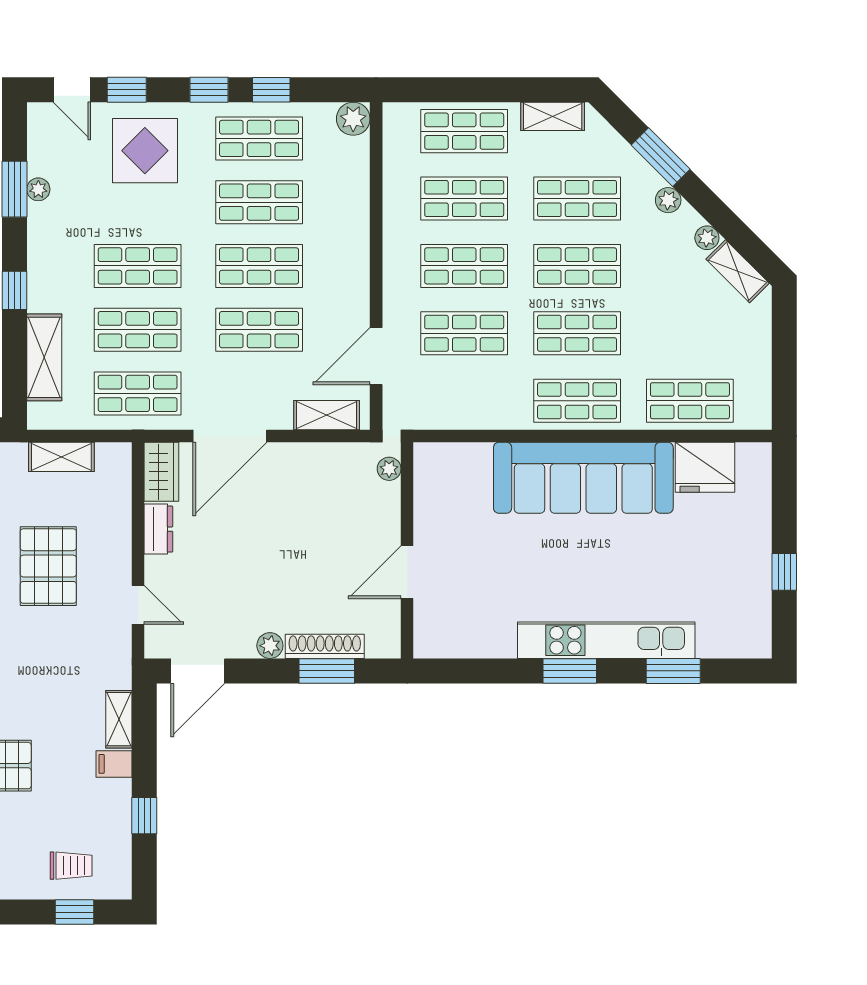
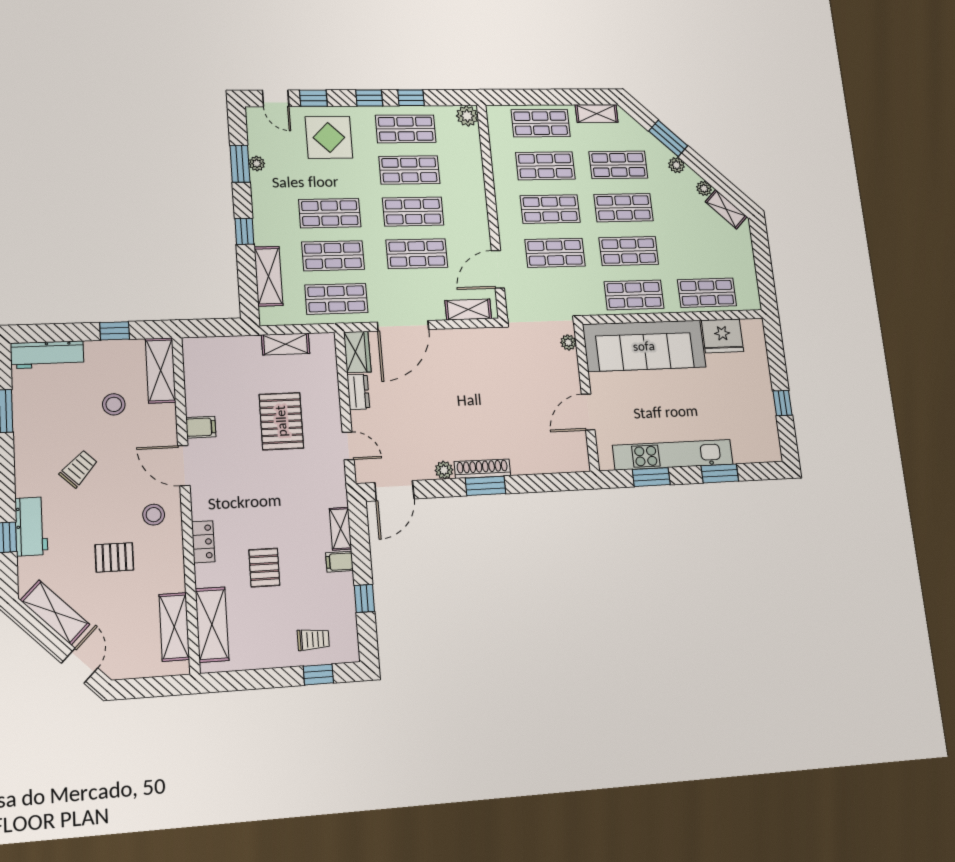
plant: (389, 469) -> (568, 342), moved
wall: (407, 550) -> (586, 397), moved
door: (407, 572) -> (588, 412), moved

